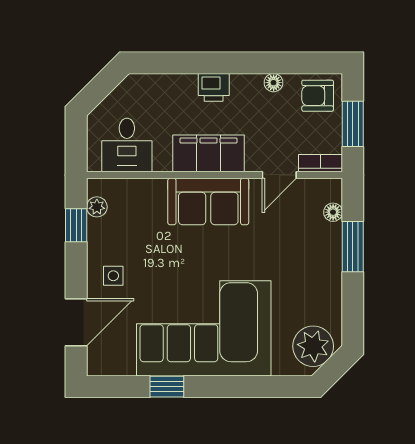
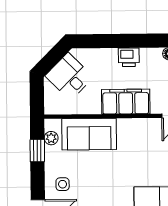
desk: (127, 145) -> (69, 77), moved, turned 135
sofa: (208, 202) -> (89, 134), moved

